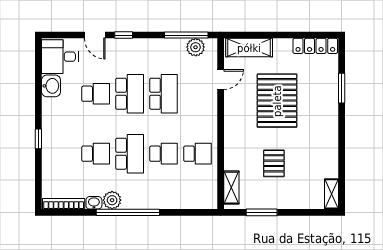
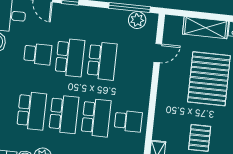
shelving: (249, 48) -> (206, 28), moved
school desk: (96, 154) -> (32, 111), width x1.85
school desk: (164, 154) -> (96, 118), width x1.85

